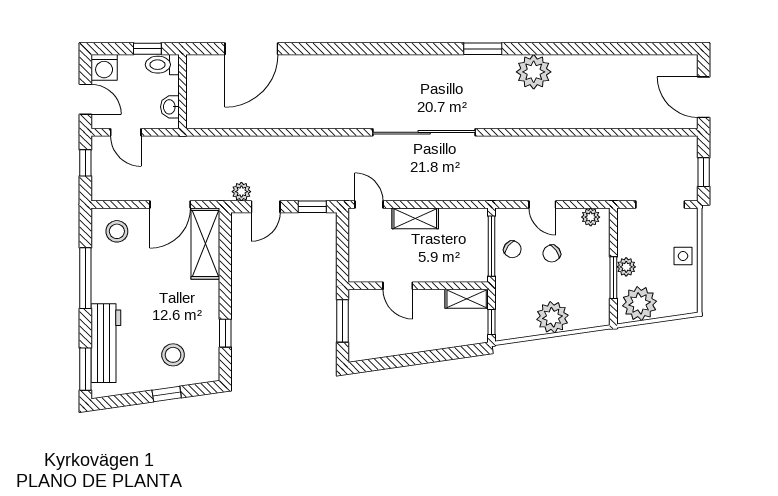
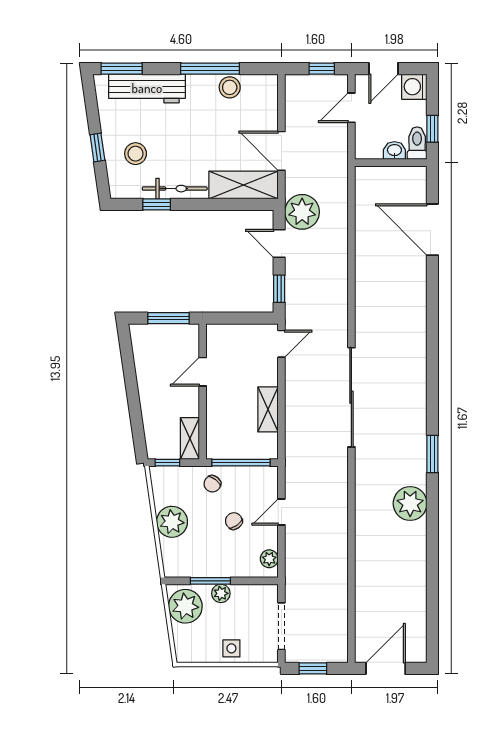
washbasin: (170, 107) -> (394, 151), moved
plant: (241, 192) -> (302, 212), width x1.87, depth x1.87
shelving: (415, 218) -> (268, 409), moved
stool: (117, 231) -> (230, 87), moved
chair: (512, 249) -> (212, 484), moved
bicycle: (209, 314) -> (175, 189), added

